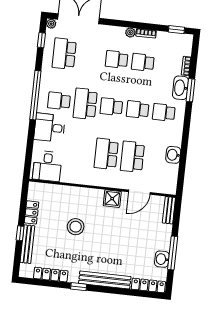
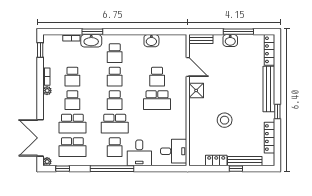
school desk: (90, 57) -> (72, 124), added
school desk: (132, 157) -> (157, 77), width x0.54
washbasin: (162, 259) -> (230, 40), moved

